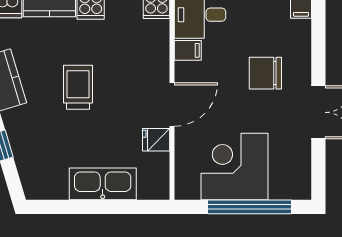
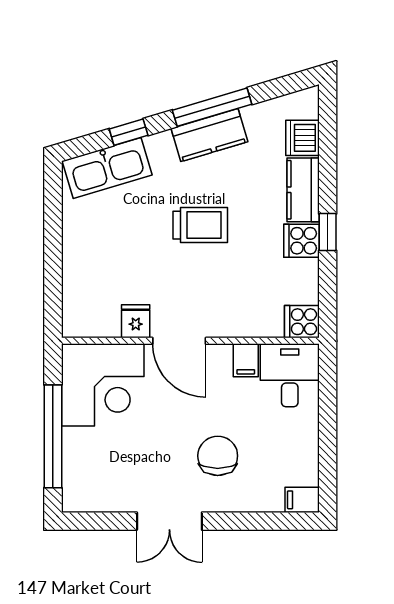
corner desk: (234, 166) -> (103, 385), moved, turned 90
kitchen sink: (103, 184) -> (107, 168), moved, turned 73

